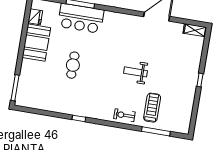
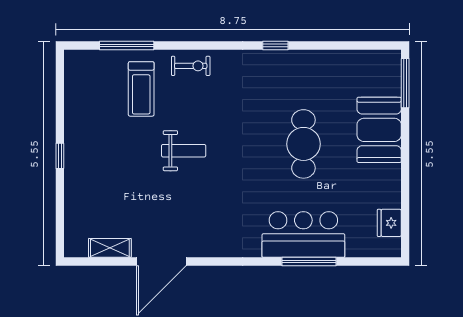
shelving: (195, 30) -> (110, 248), moved
booth: (36, 43) -> (379, 130), moved
cafe table: (73, 65) -> (303, 144), width x1.37, depth x1.35

